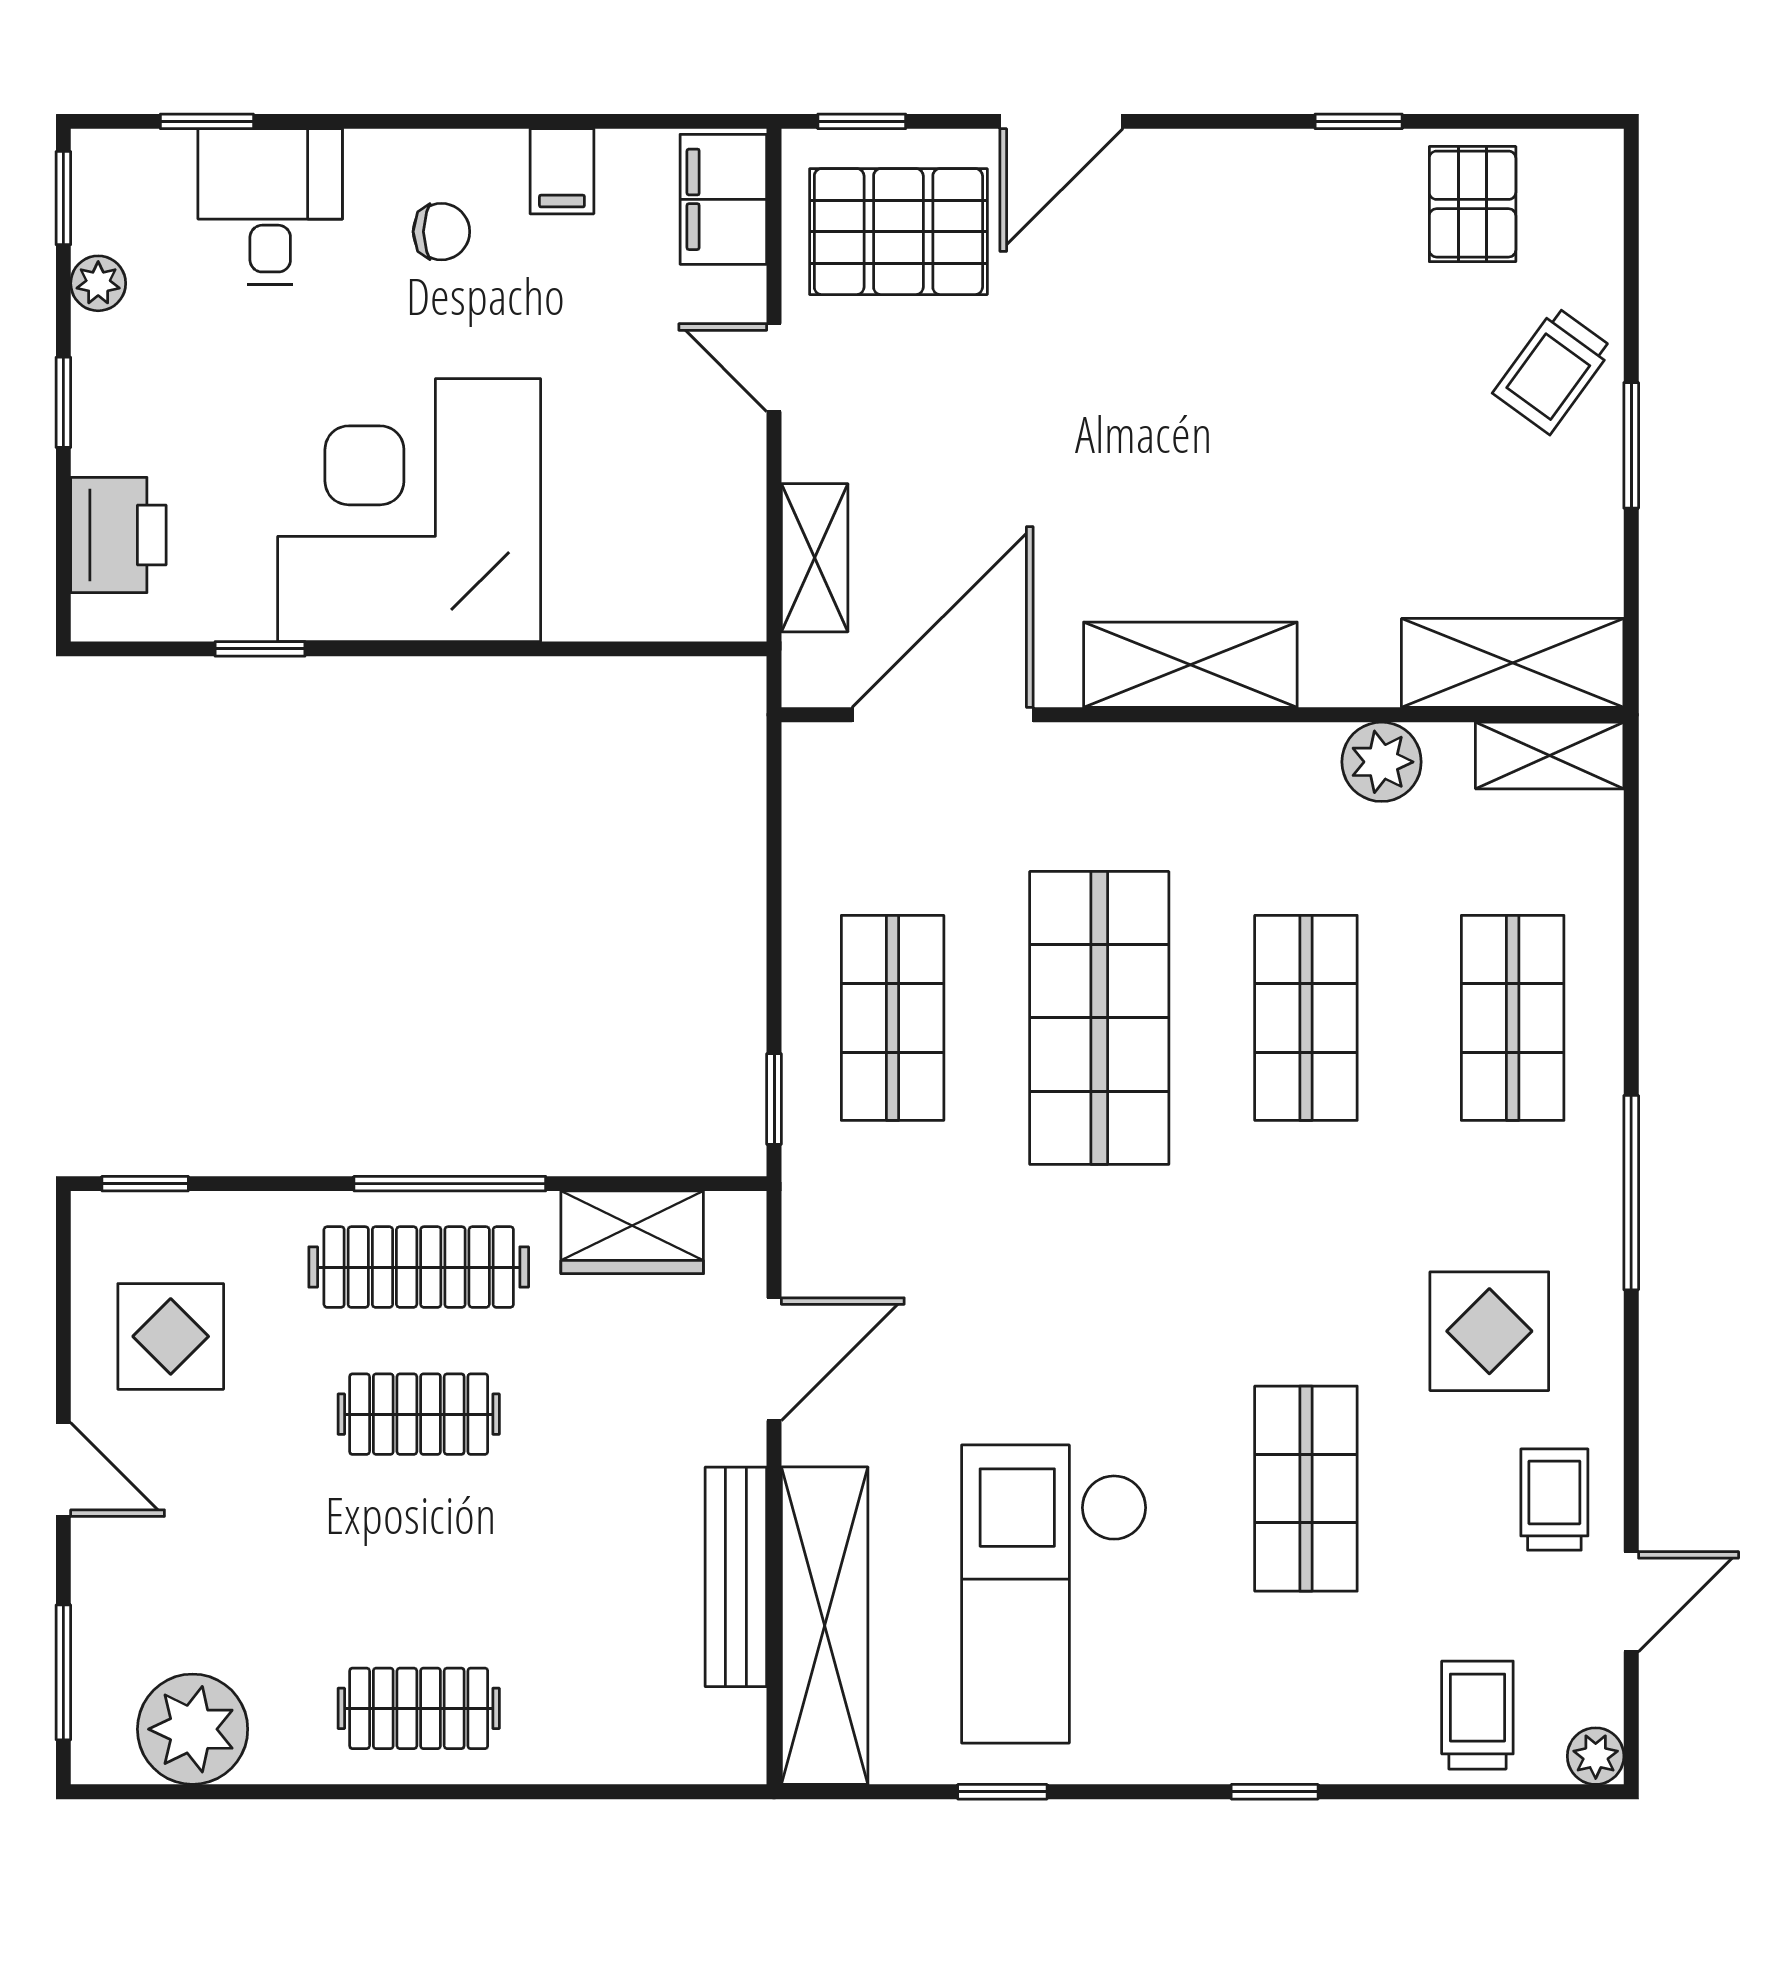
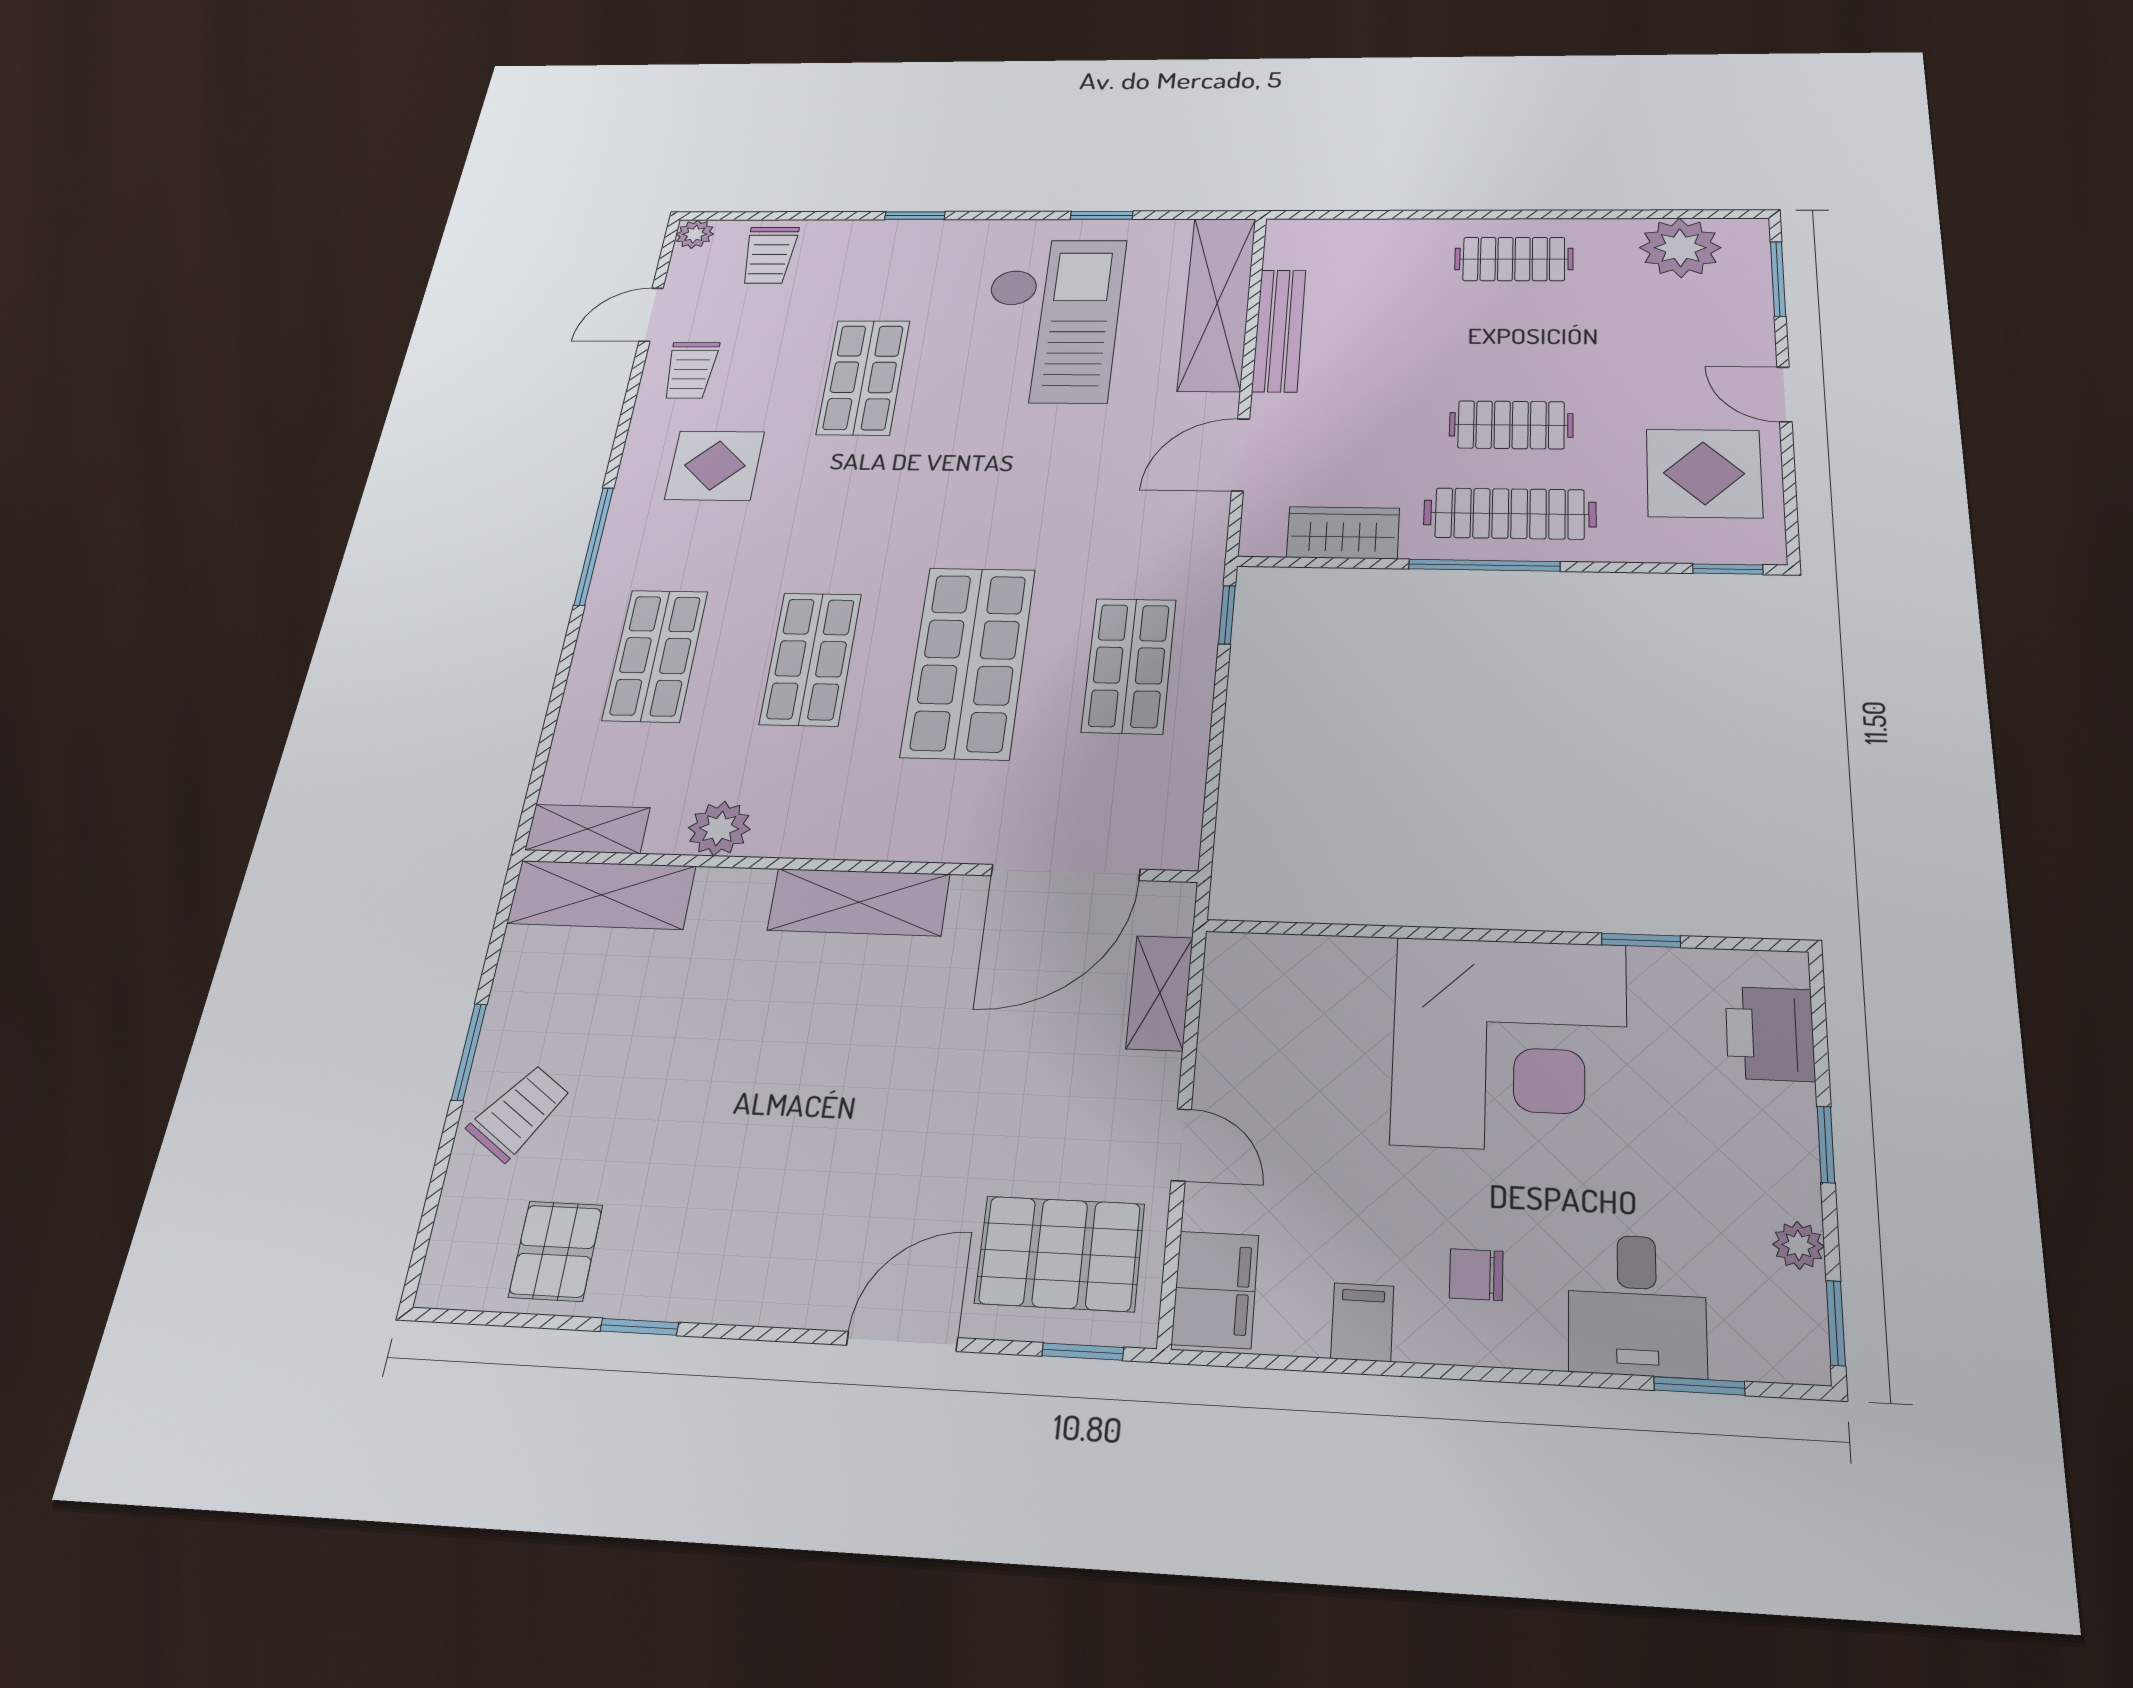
display table: (171, 1336) -> (1704, 473), width x1.36, depth x1.36

